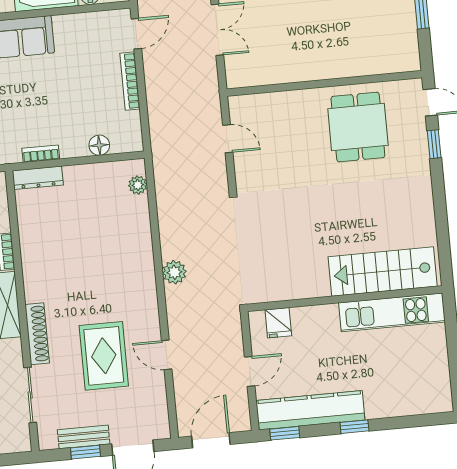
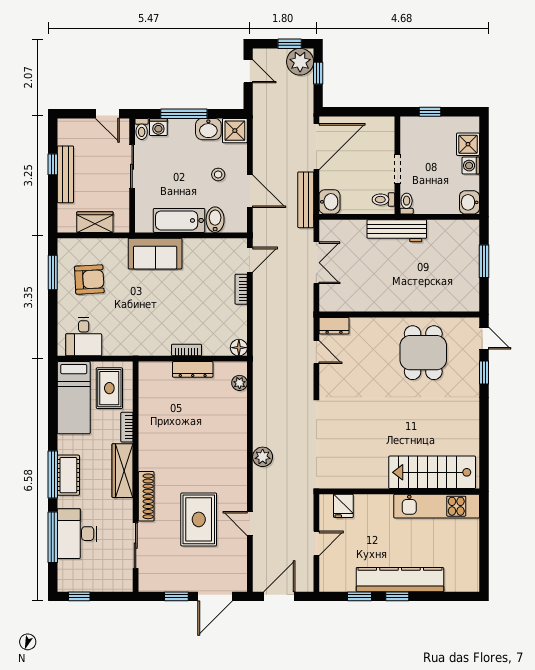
bookcase: (130, 81) -> (241, 289), width x0.64
dresser: (246, 104) -> (334, 326), added
floor lamp: (99, 145) -> (239, 348), moved
bookcase: (41, 154) -> (186, 350), moved
dresser: (38, 178) -> (193, 369), moved
kitchen counter: (310, 410) -> (400, 580), moved
window: (285, 433) -> (359, 596), moved
bench: (84, 437) -> (176, 584), removed

